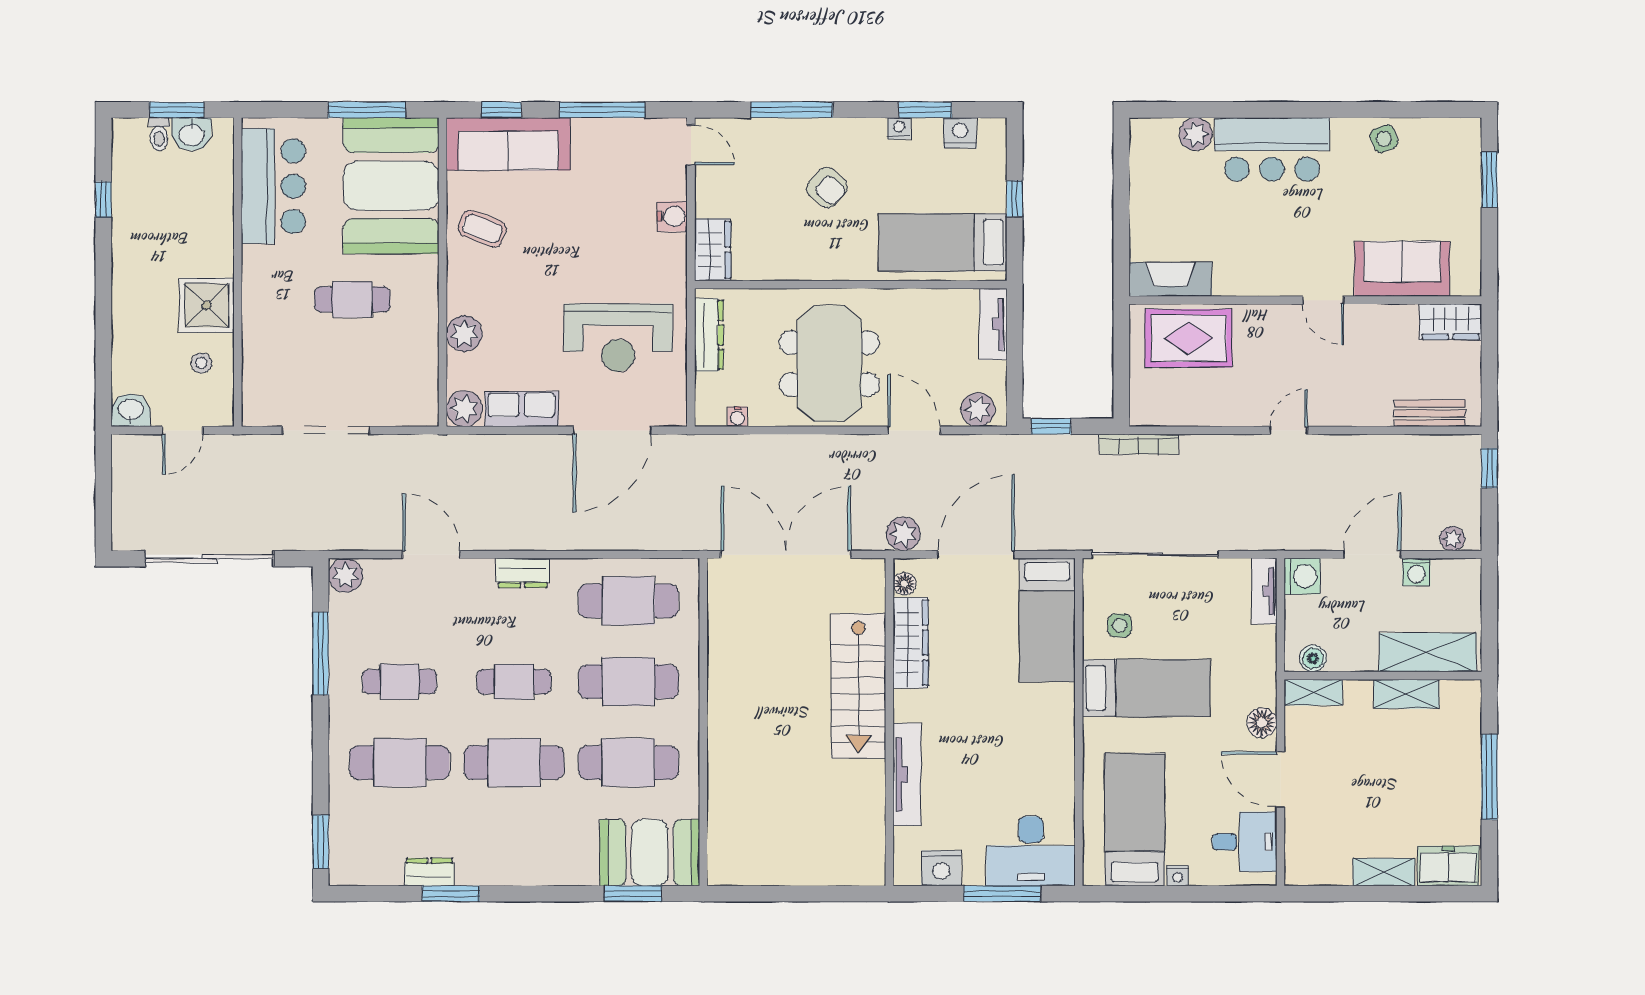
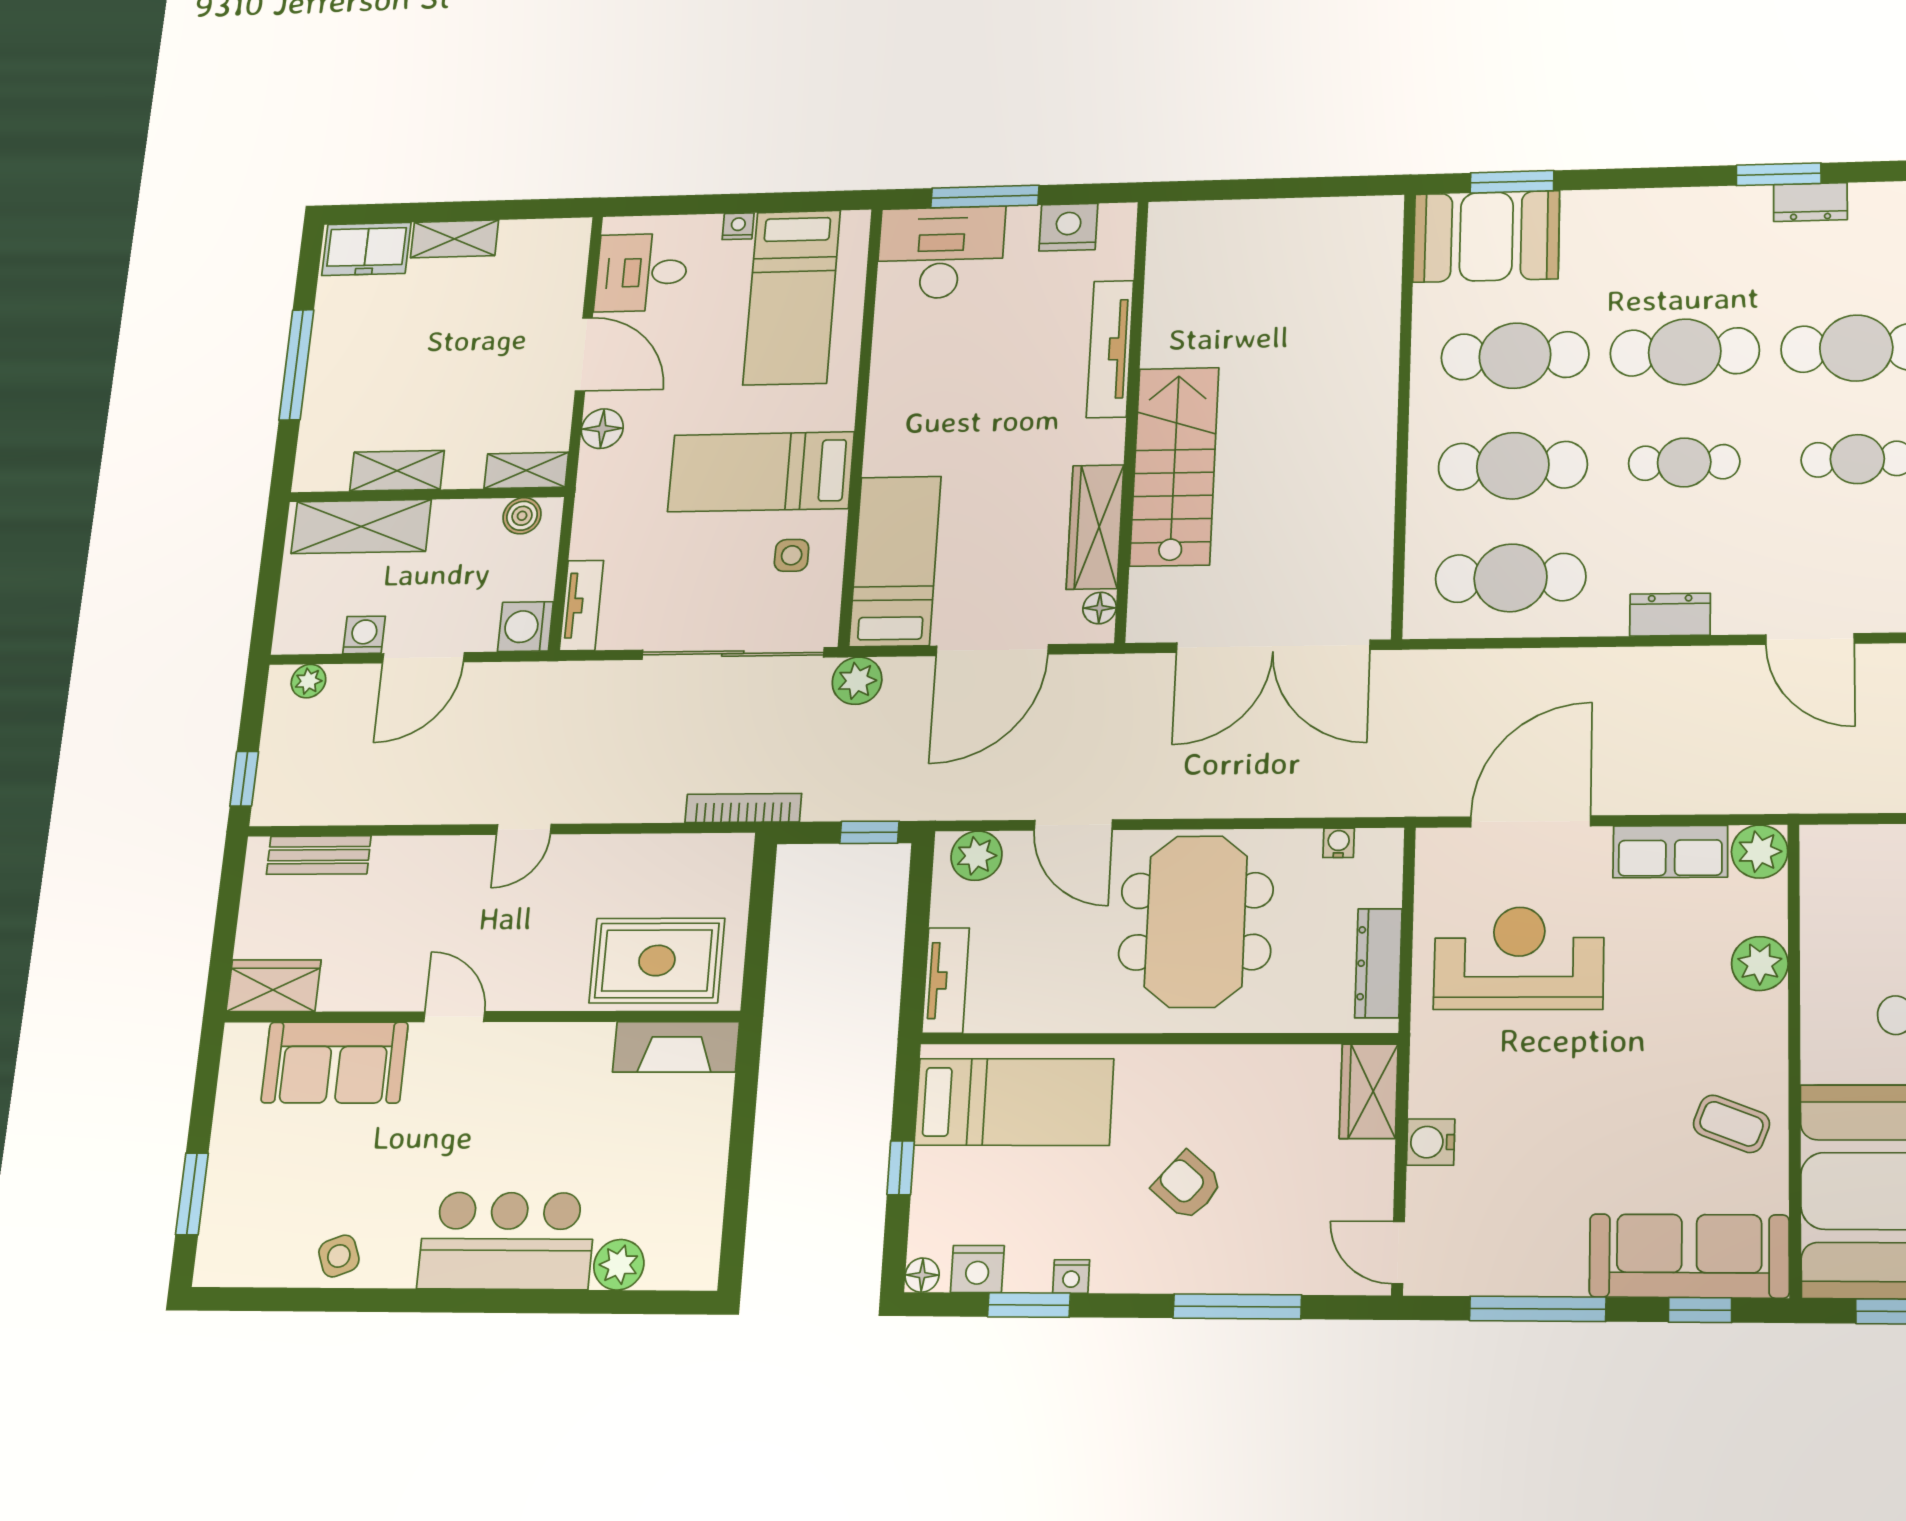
floor lamp: (996, 129) -> (922, 1275), added
plant: (903, 534) -> (857, 681), moved

